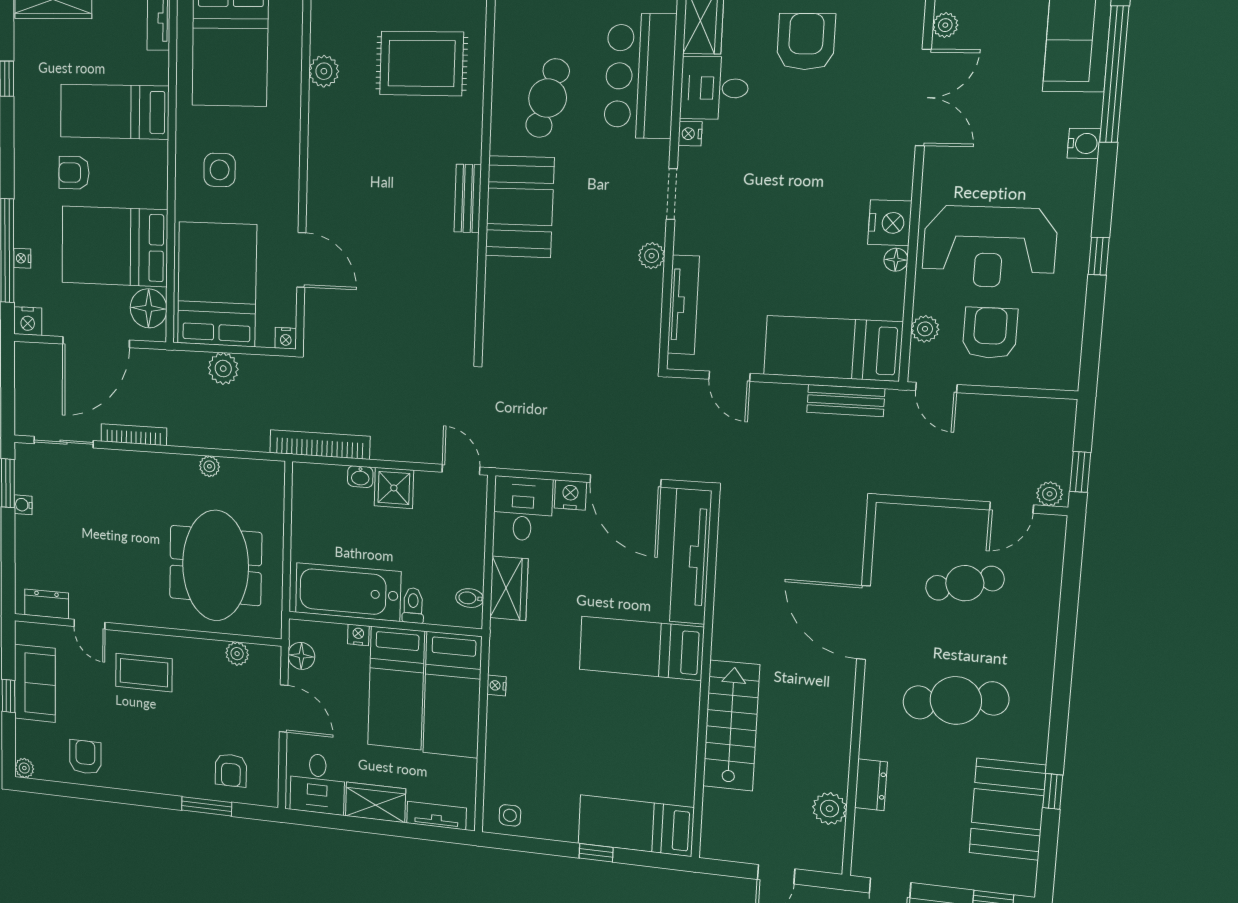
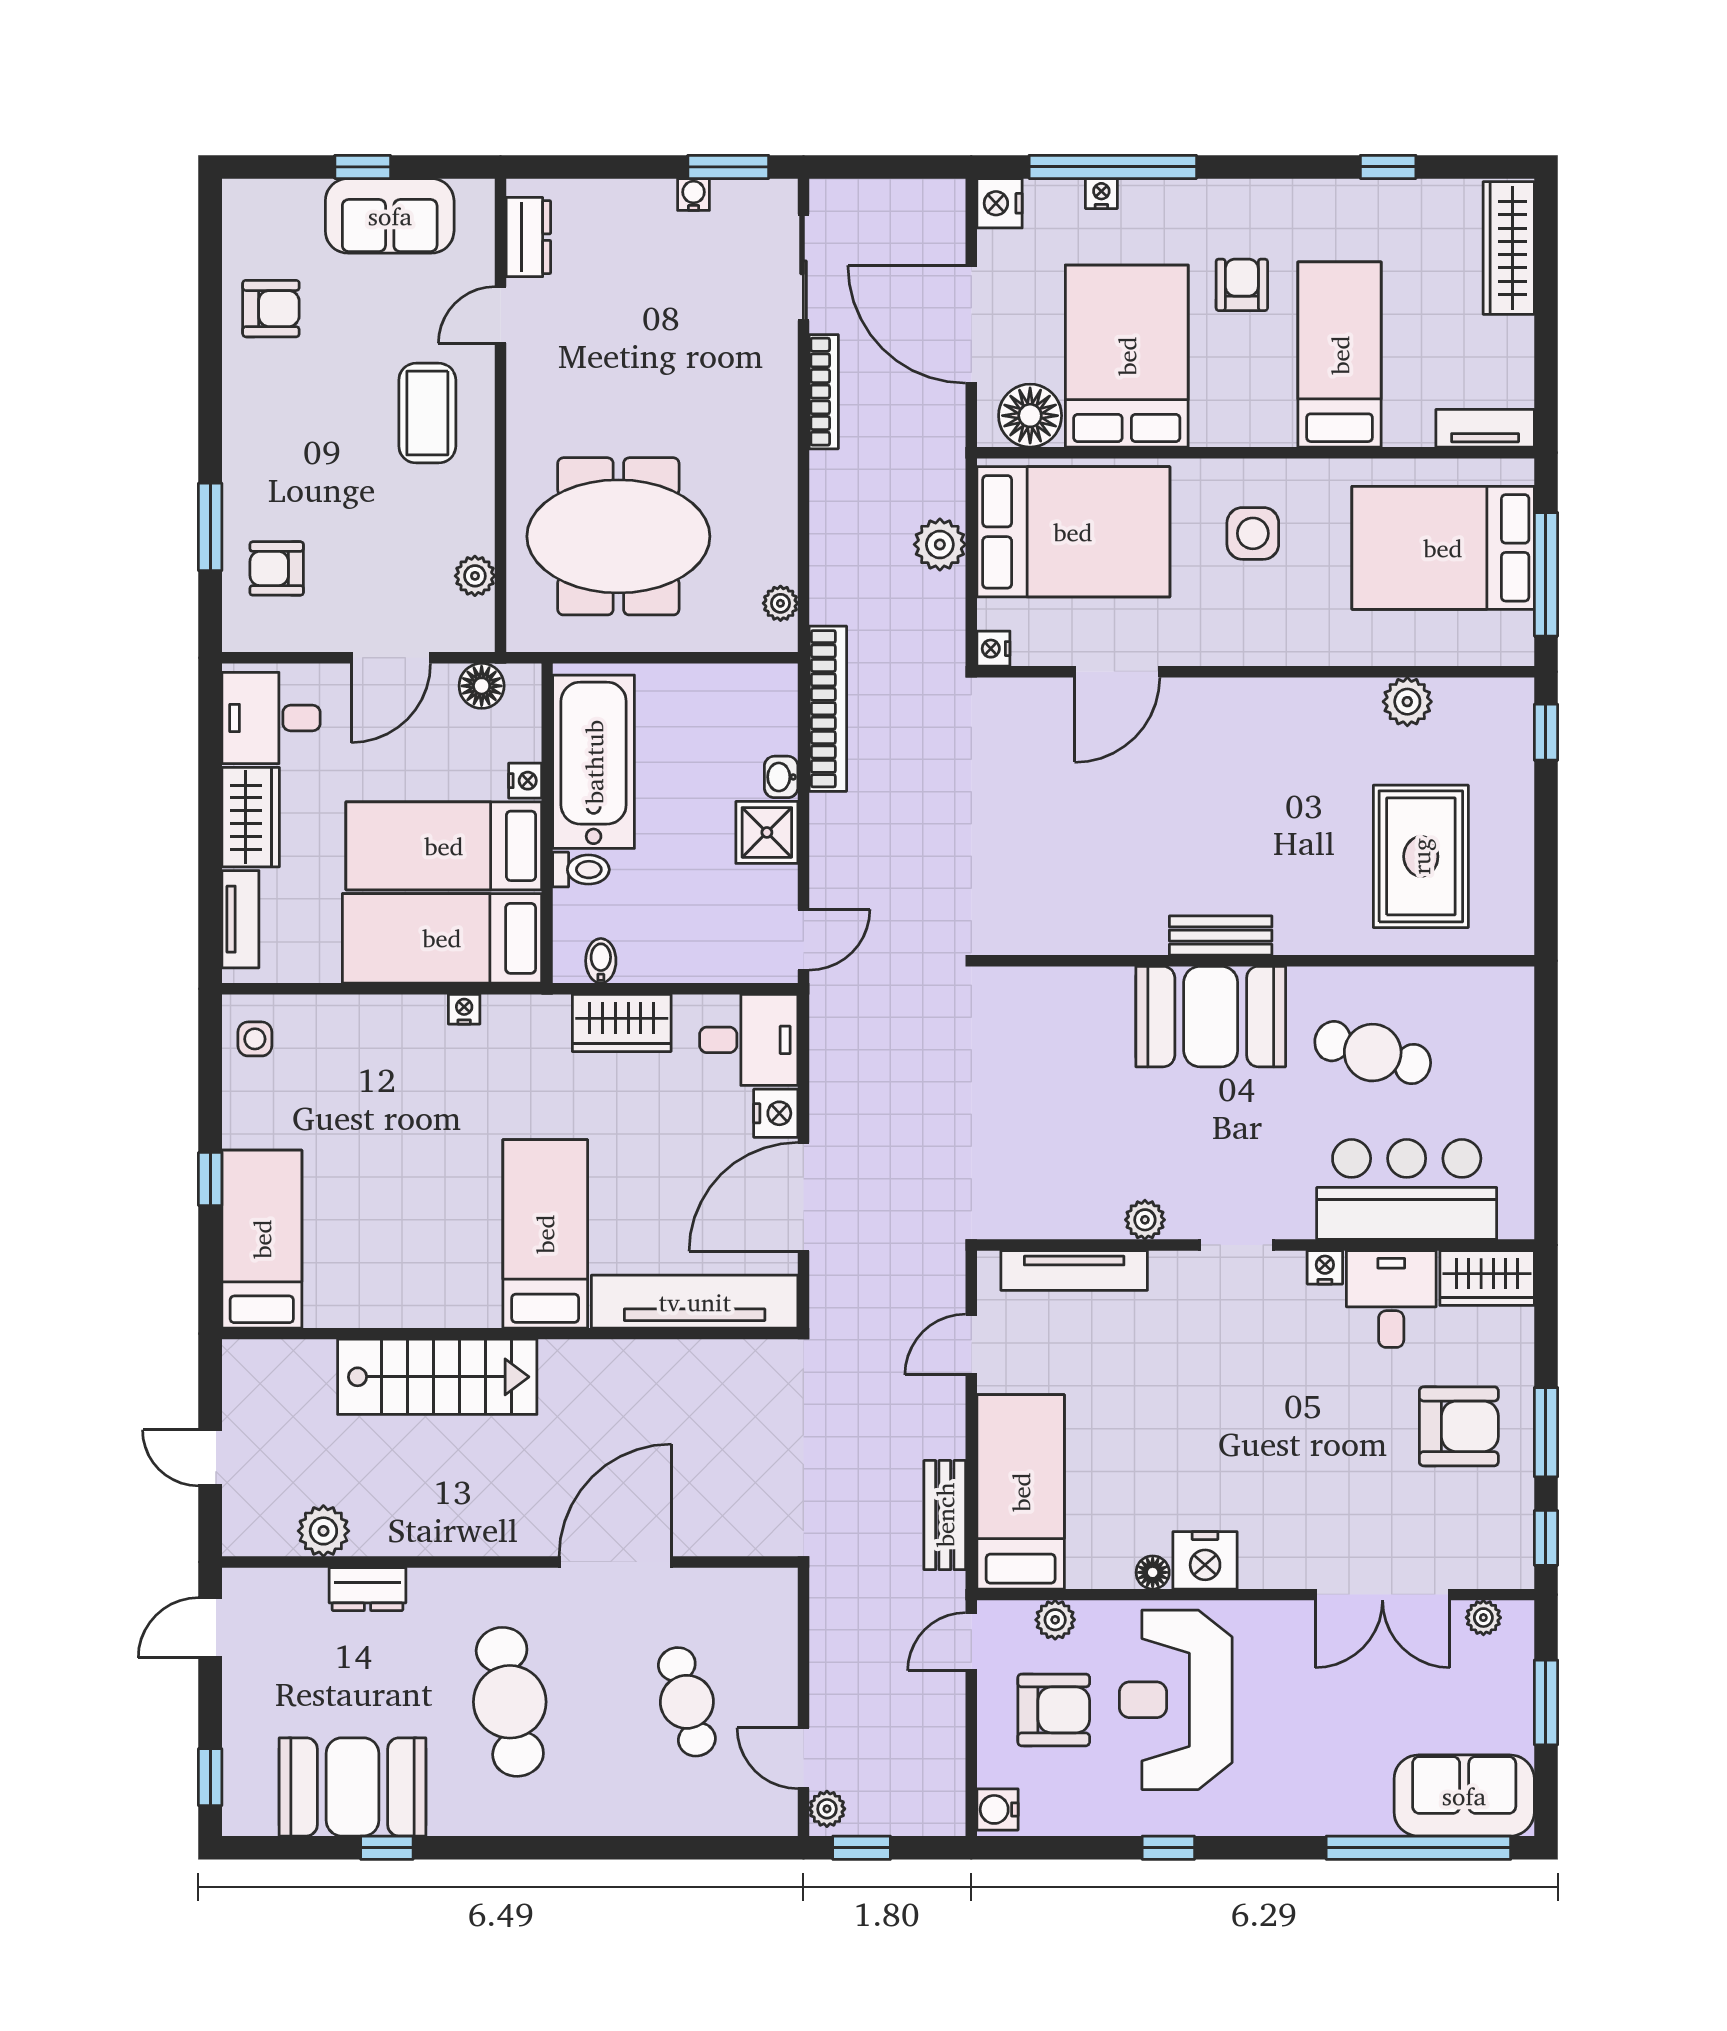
water cooler: (1084, 143) -> (997, 1809), moved, turned 90
plant: (209, 466) -> (780, 603), moved
plant: (24, 768) -> (239, 196), removed

